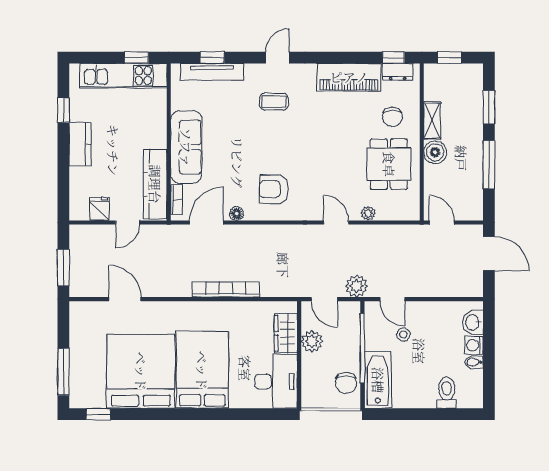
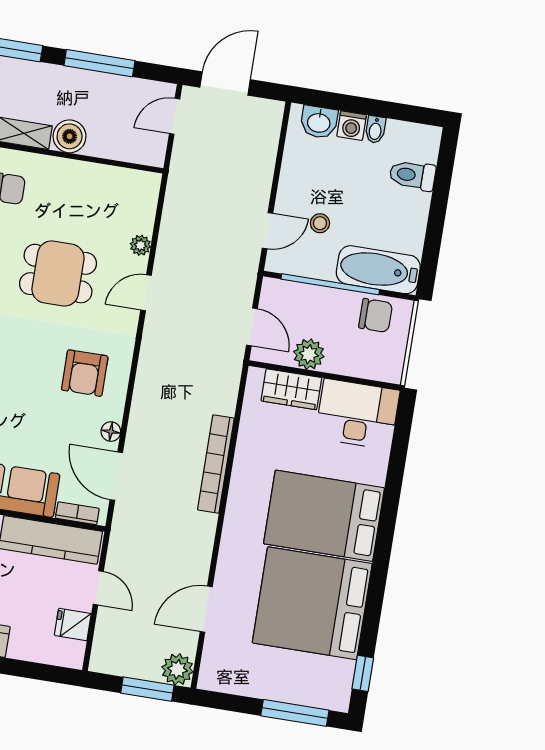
dining table: (389, 164) -> (58, 274), moved
door: (442, 222) -> (175, 116), moved
plant: (357, 286) -> (177, 669), moved
door: (324, 299) -> (252, 327), hinge flipped

